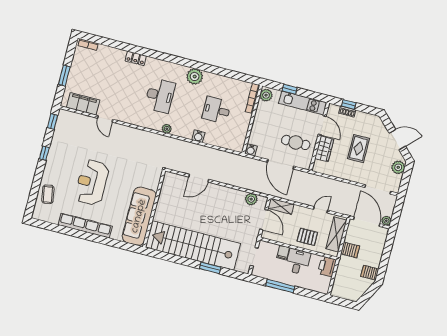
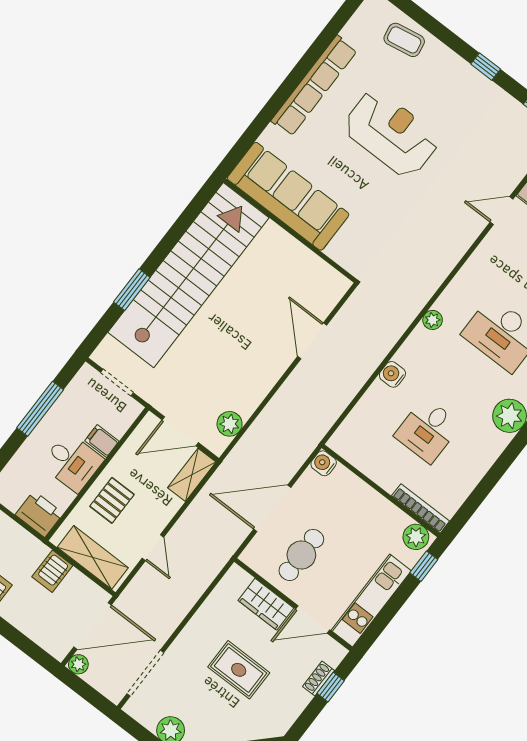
window: (290, 89) -> (424, 566), moved
desk: (217, 110) -> (428, 430), turned 180

